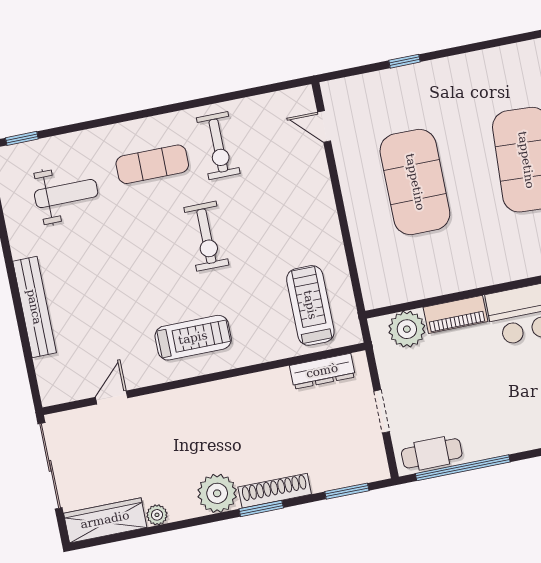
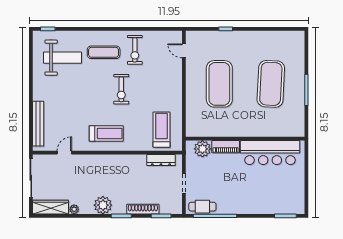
weight bench: (66, 194) -> (62, 58), width x1.36, depth x1.33
bench: (34, 307) -> (38, 124), moved
shoe rack: (275, 491) -> (143, 209), moved

